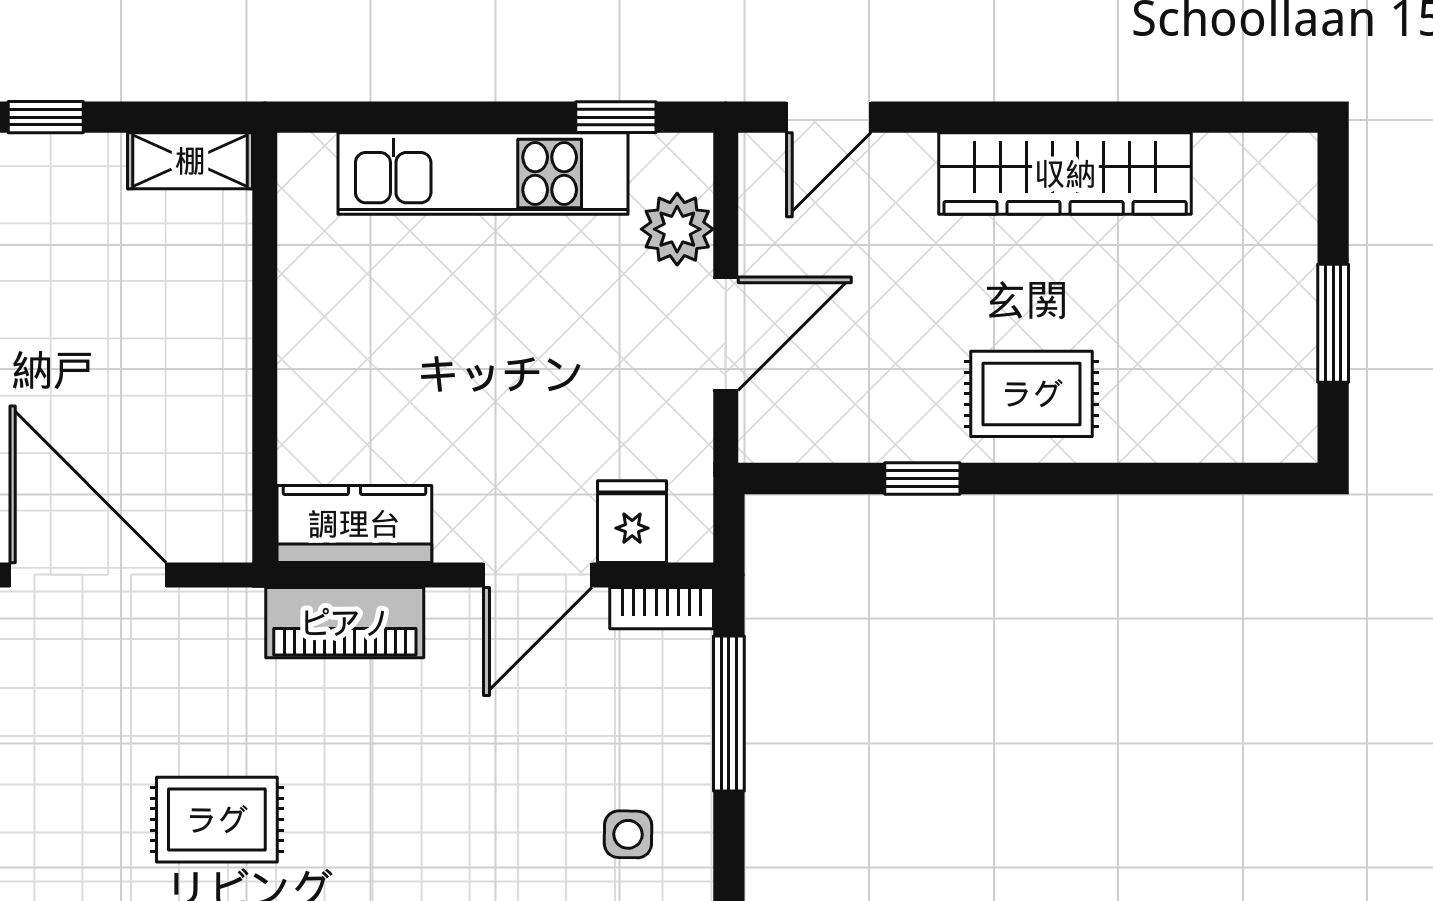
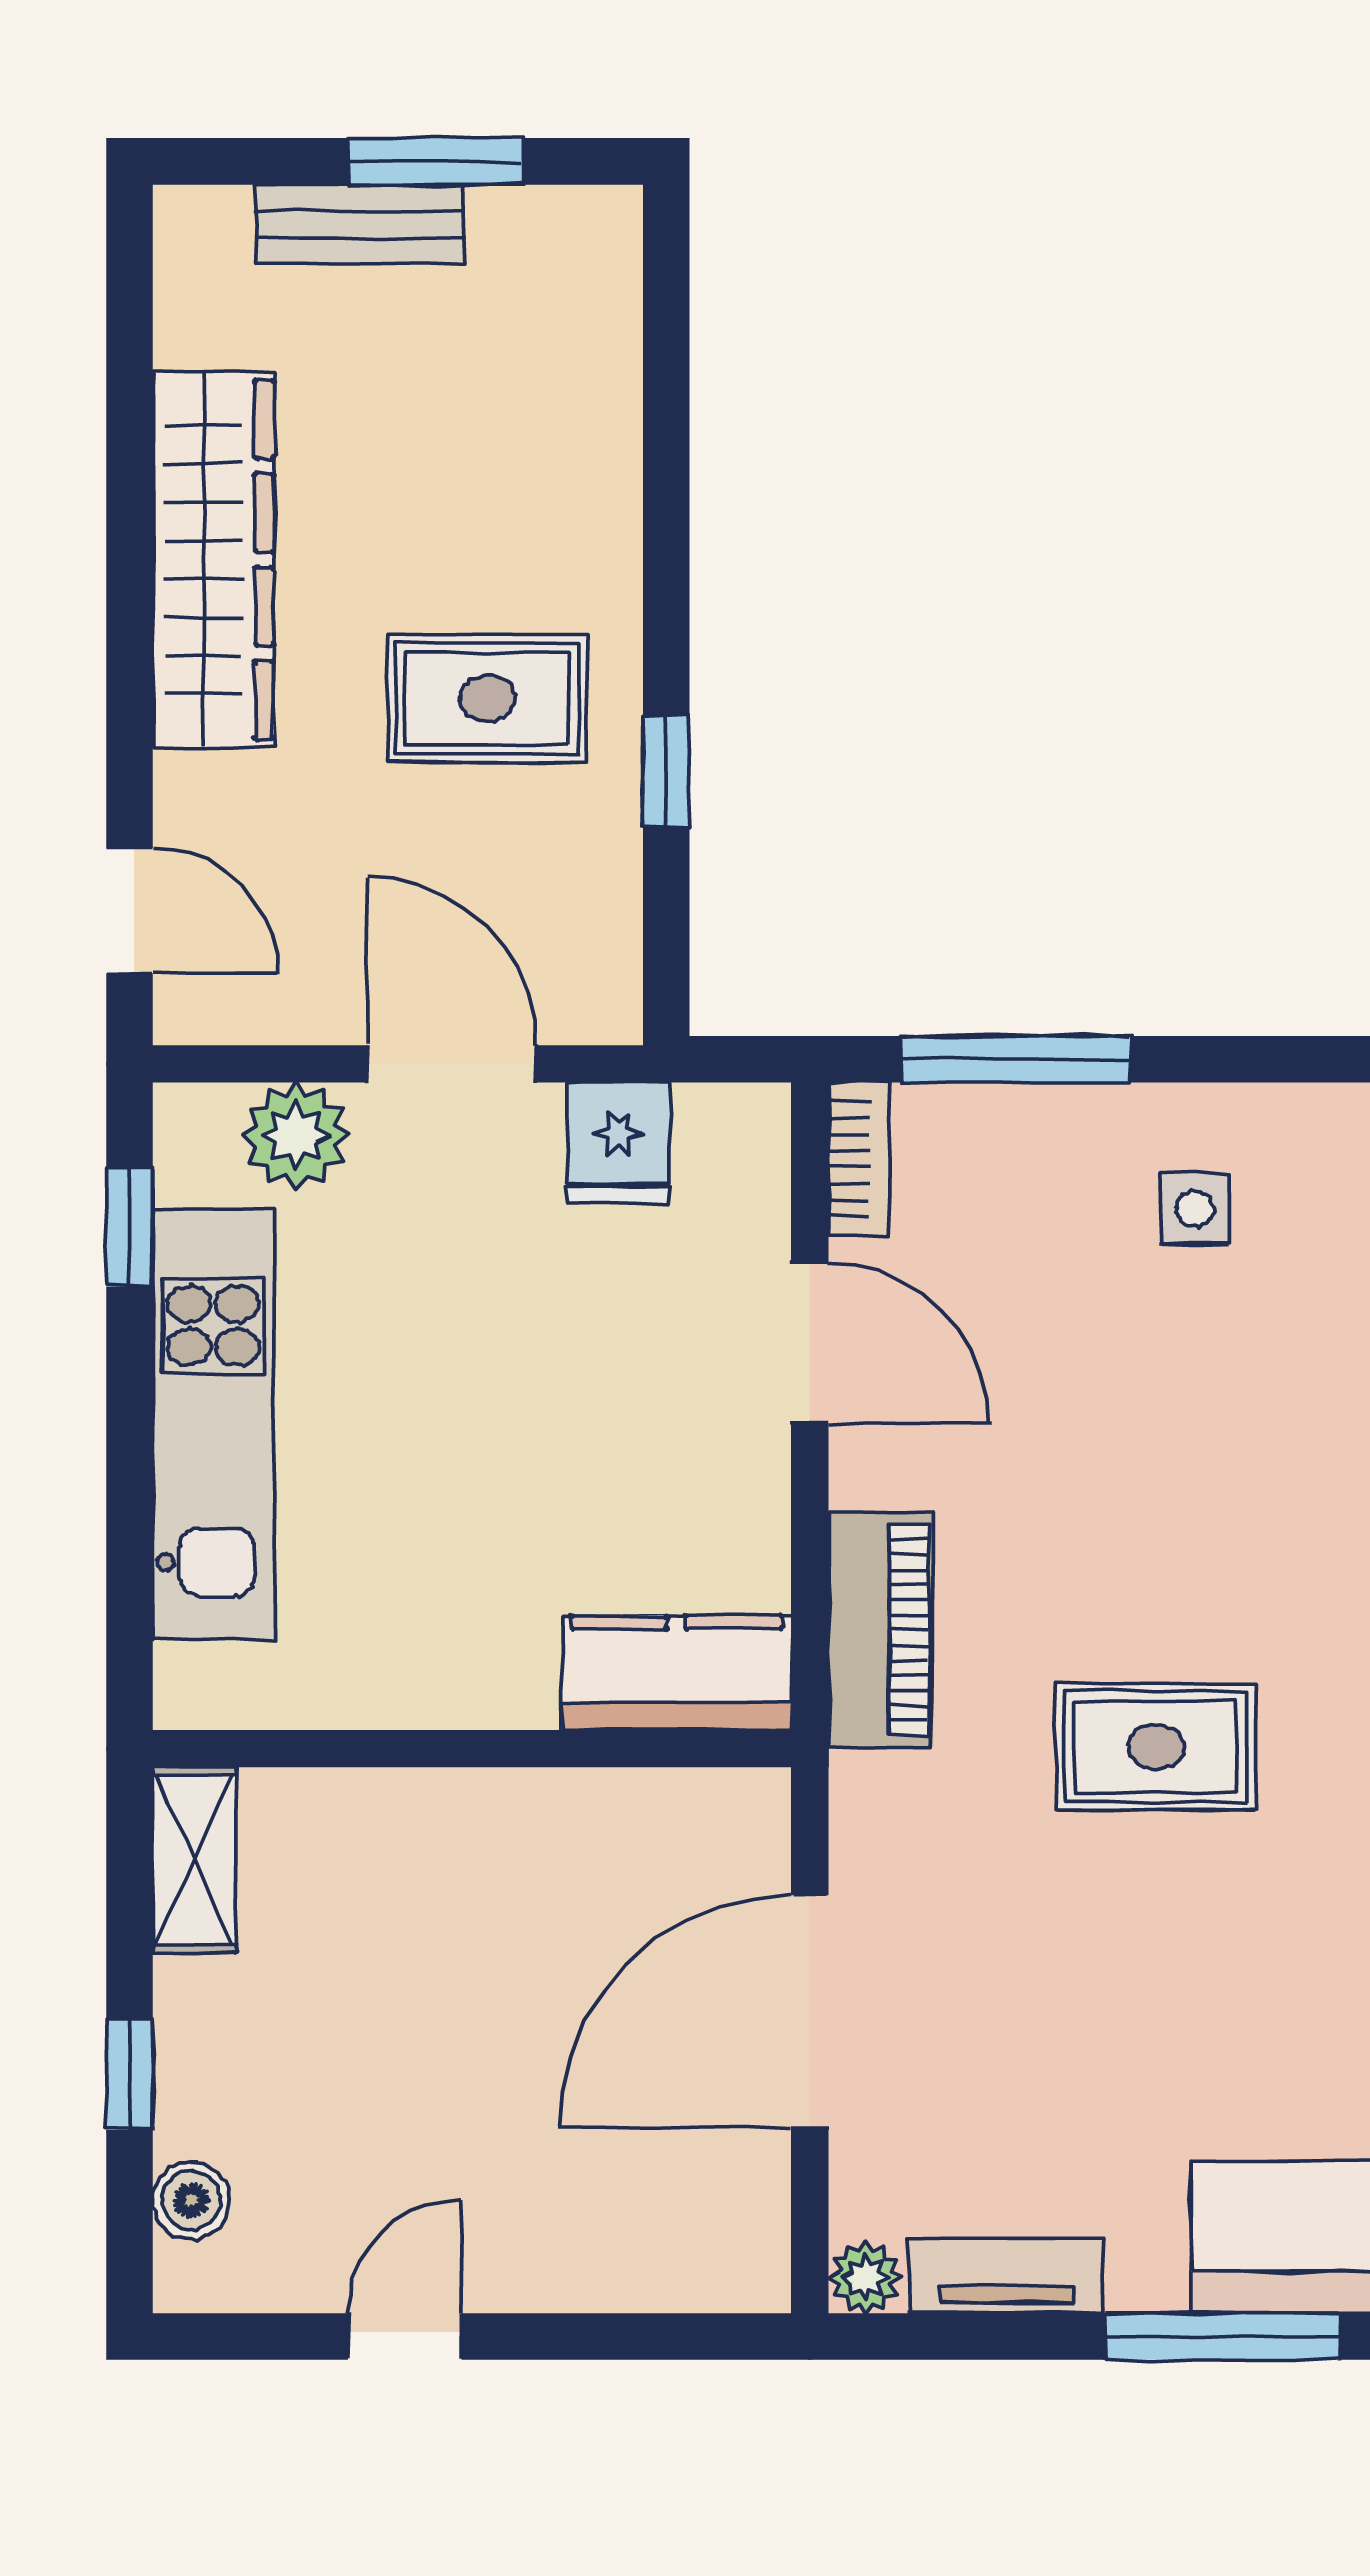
bench: (1291, 272) -> (360, 224), added
rug: (1032, 394) -> (487, 698), moved, turned 90
fridge: (632, 522) -> (618, 1143), moved, turned -90
kitchen counter: (354, 524) -> (677, 1673), moved, turned 90
rug: (217, 820) -> (1156, 1747), moved, turned 90

